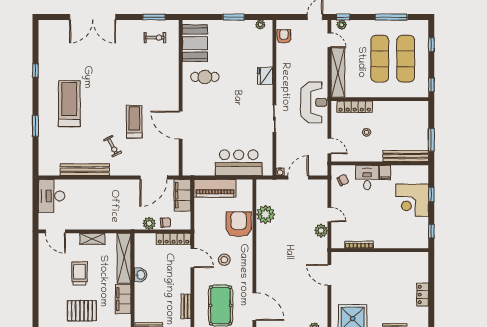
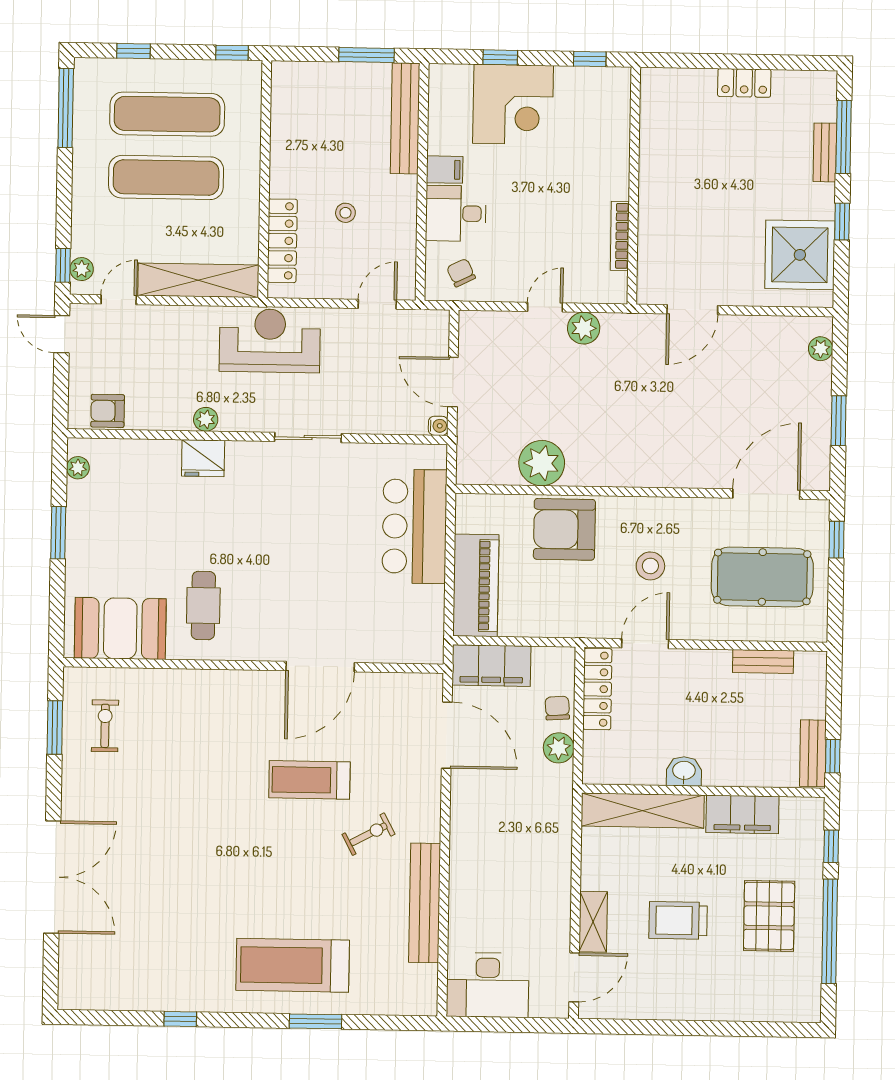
window: (391, 17) -> (66, 108), moved
plant: (281, 77) -> (206, 419), added
treadmill: (69, 104) -> (293, 965), moved
shelving: (92, 239) -> (593, 922), moved

